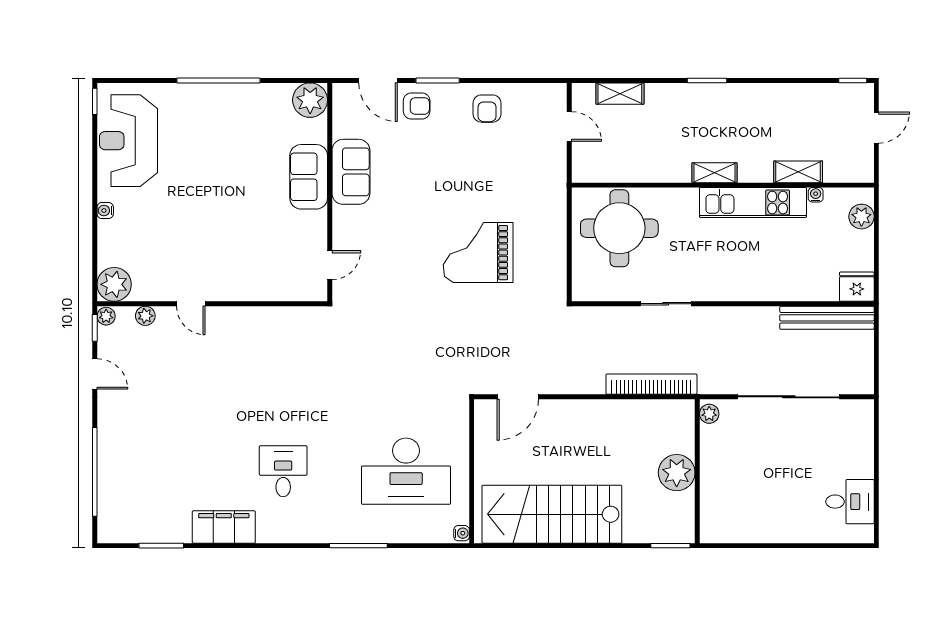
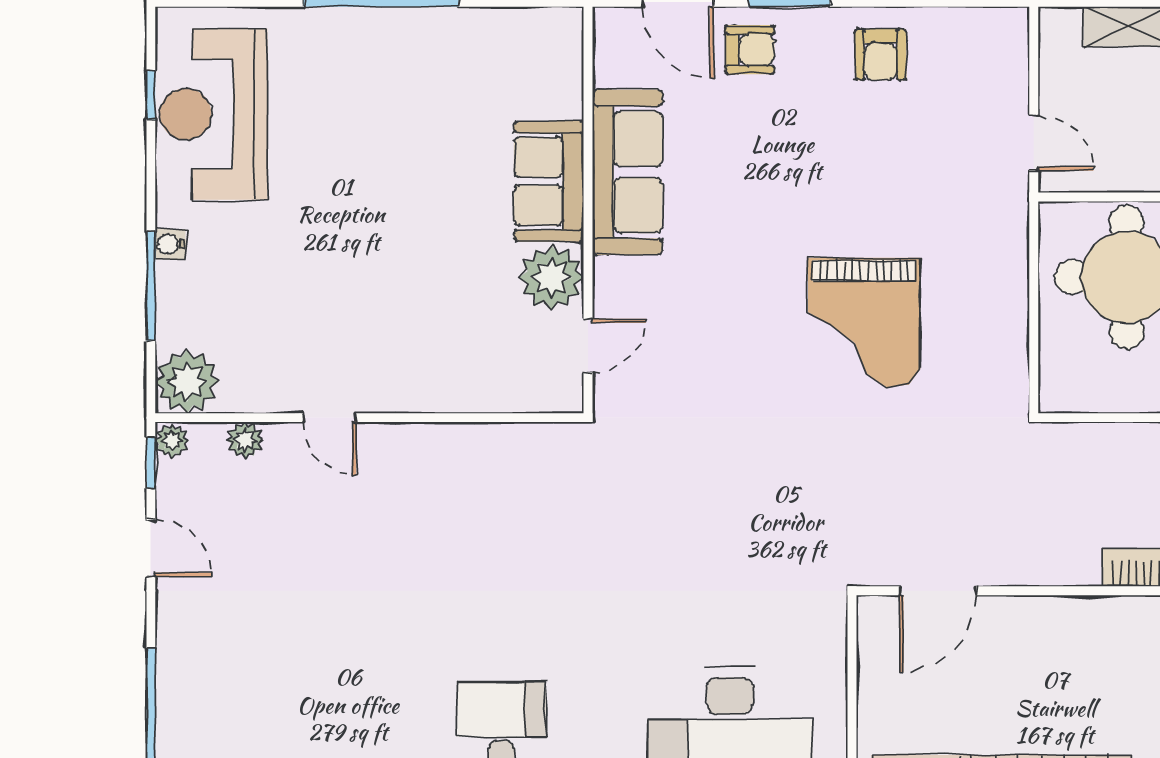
plant: (310, 100) -> (551, 277), moved
window: (95, 101) -> (151, 95), moved
door: (569, 126) -> (1034, 143), moved
sofa: (351, 172) -> (627, 172), width x1.36
window: (95, 233) -> (151, 286), added
grand piano: (478, 253) -> (864, 322), turned -90

